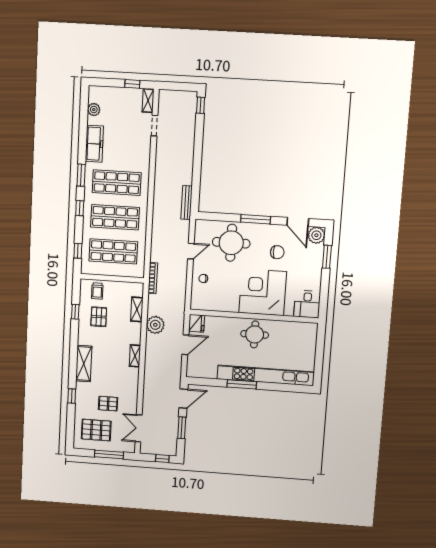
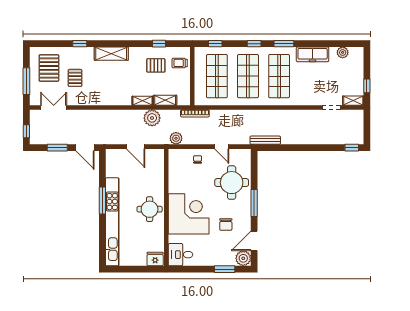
plant: (179, 300) -> (176, 138), added
fridge: (197, 323) -> (155, 259), moved, turned 180
shelving: (135, 356) -> (142, 101), moved

